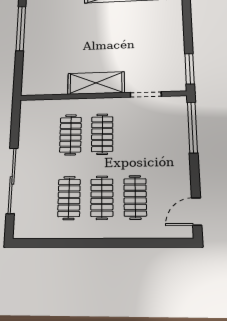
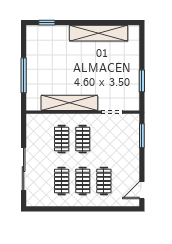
window: (21, 28) -> (24, 75), moved
window: (190, 69) -> (142, 81), moved
shelving: (96, 83) -> (69, 103), width x1.47
window: (192, 127) -> (142, 136), width x0.69

